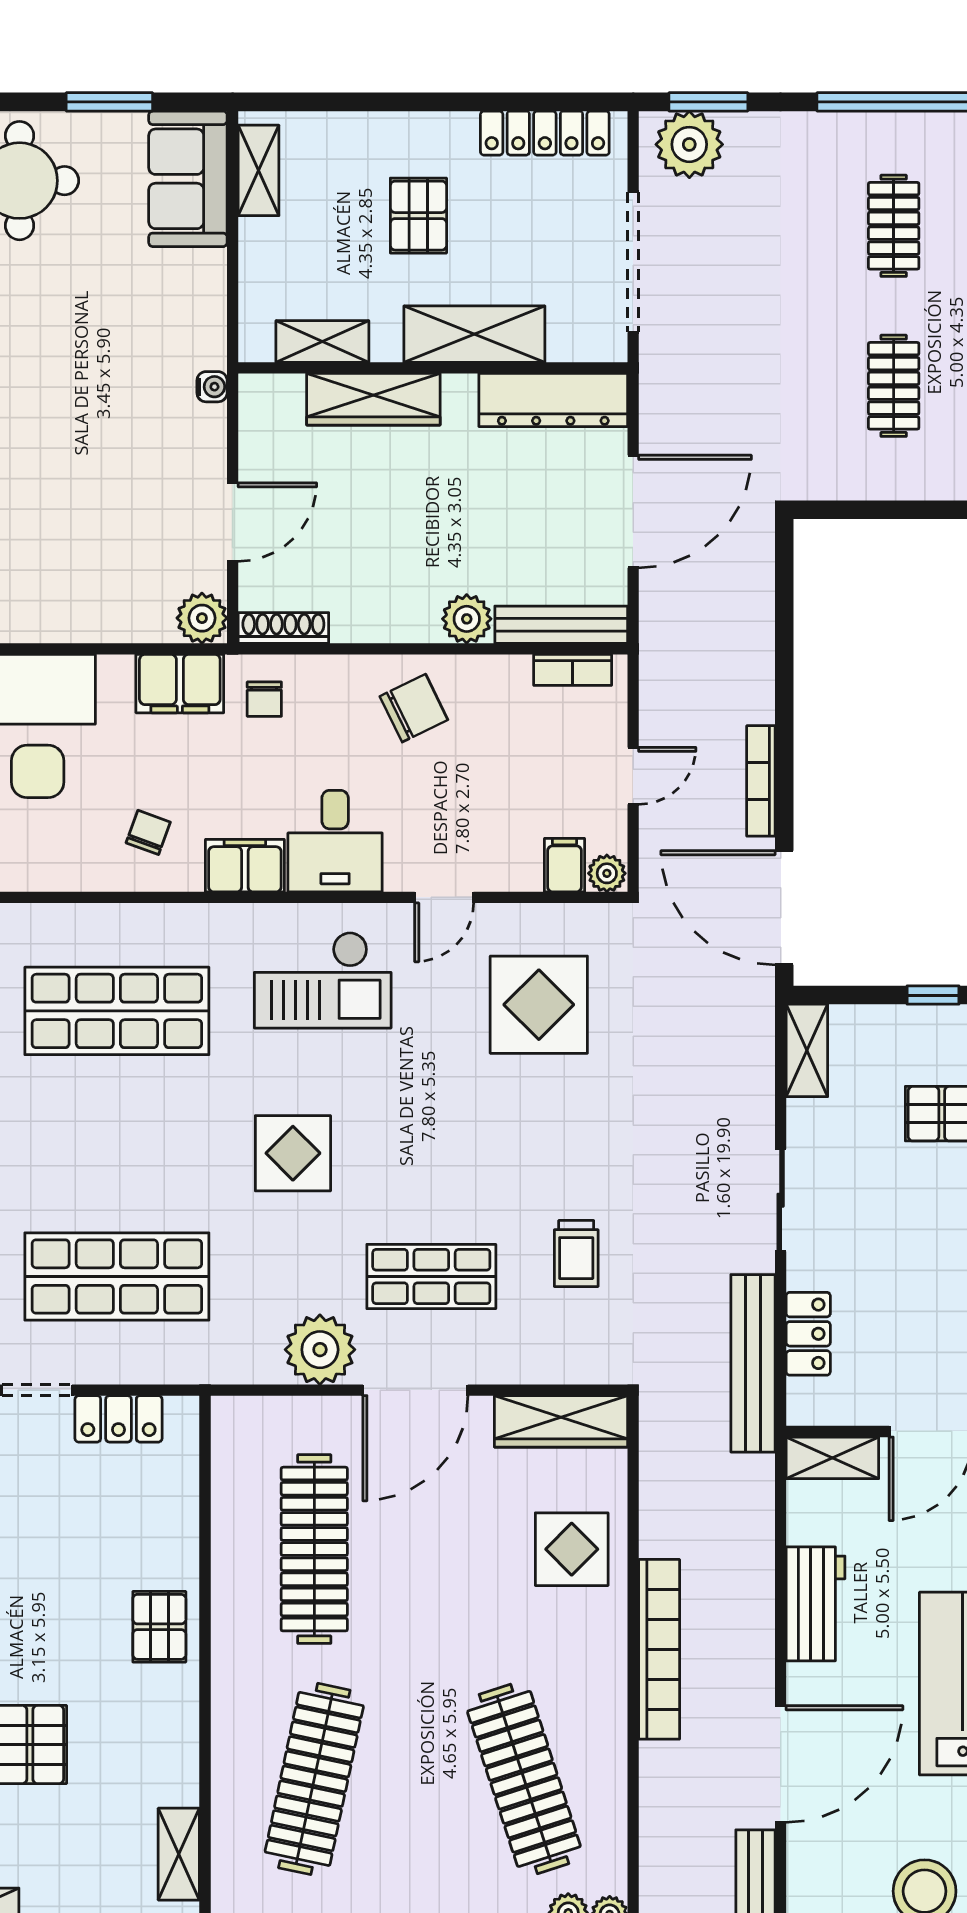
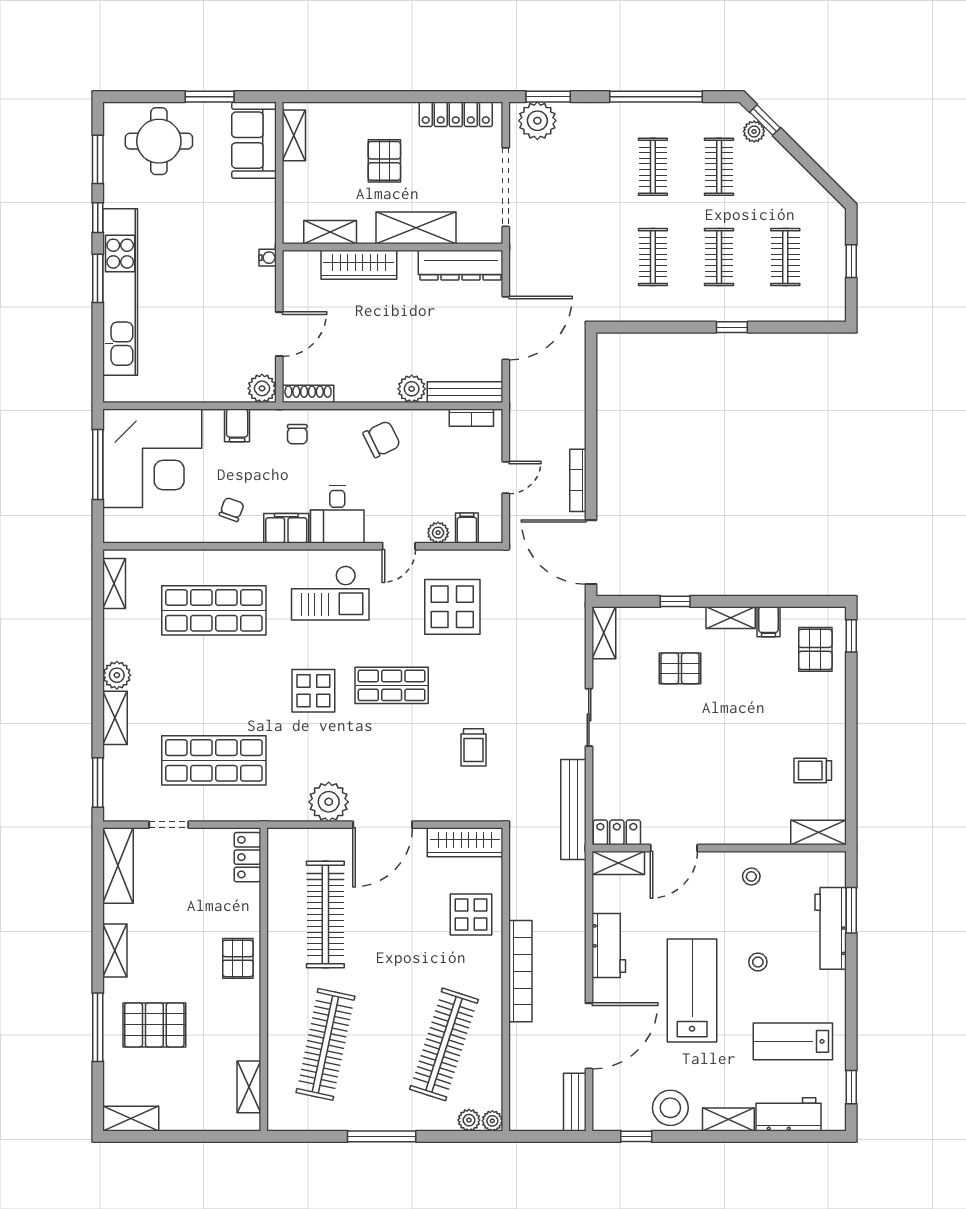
filing cabinet: (180, 684) -> (237, 425), width x0.50
plant: (607, 873) -> (438, 533), moved
shop shelf: (431, 1277) -> (392, 685), moved
locker: (808, 1334) -> (617, 832), moved, turned -90
locker: (118, 1419) -> (247, 857), moved, turned 90
clothes rail: (524, 1779) -> (444, 1044), turned 36

